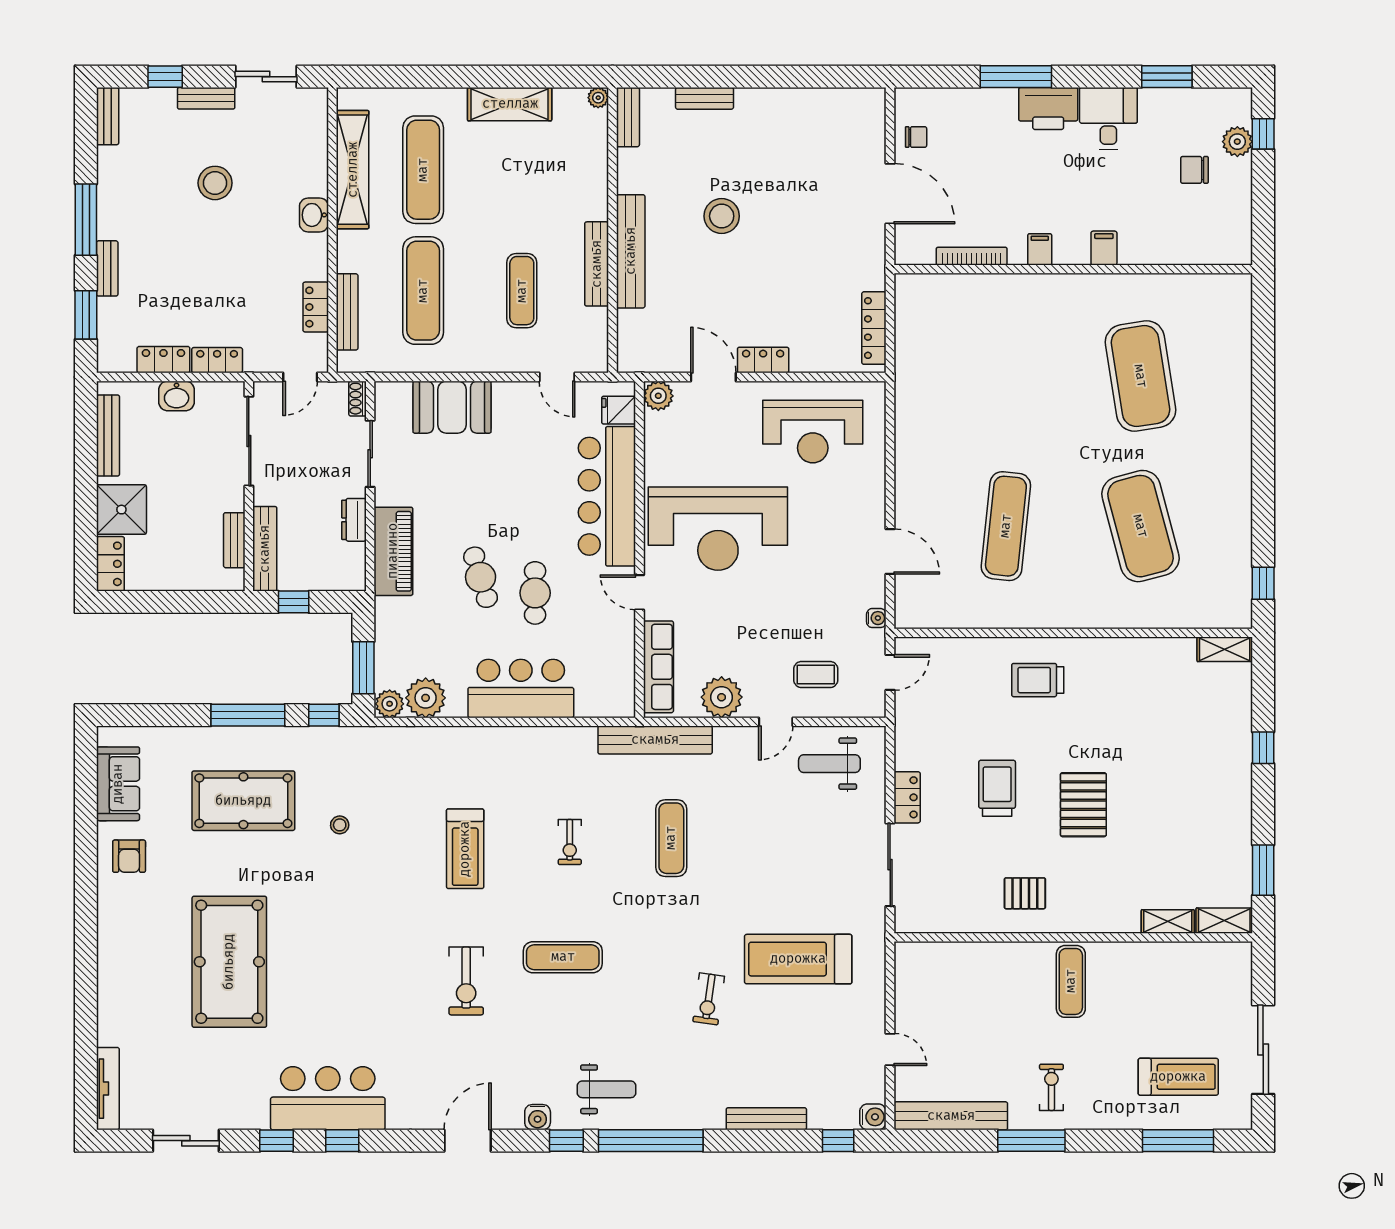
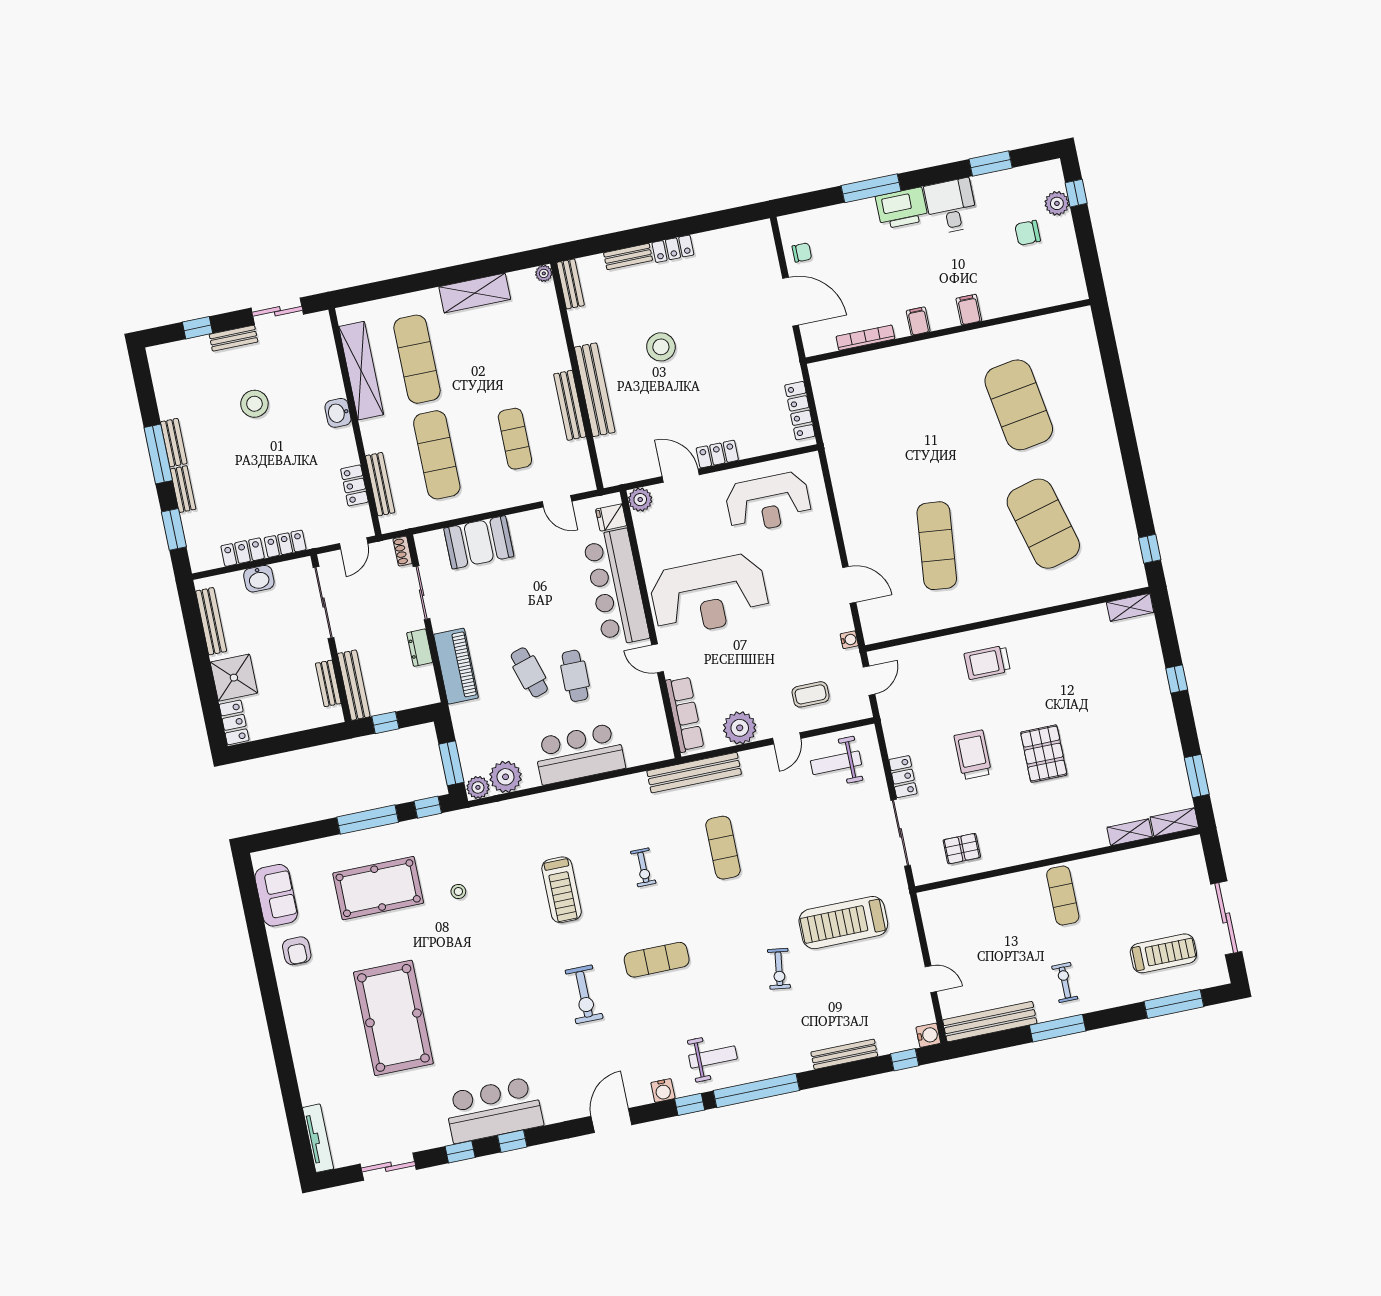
locker: (761, 100) -> (673, 249), added
bench: (108, 116) -> (174, 443), moved
pallet: (1025, 893) -> (962, 849), moved

